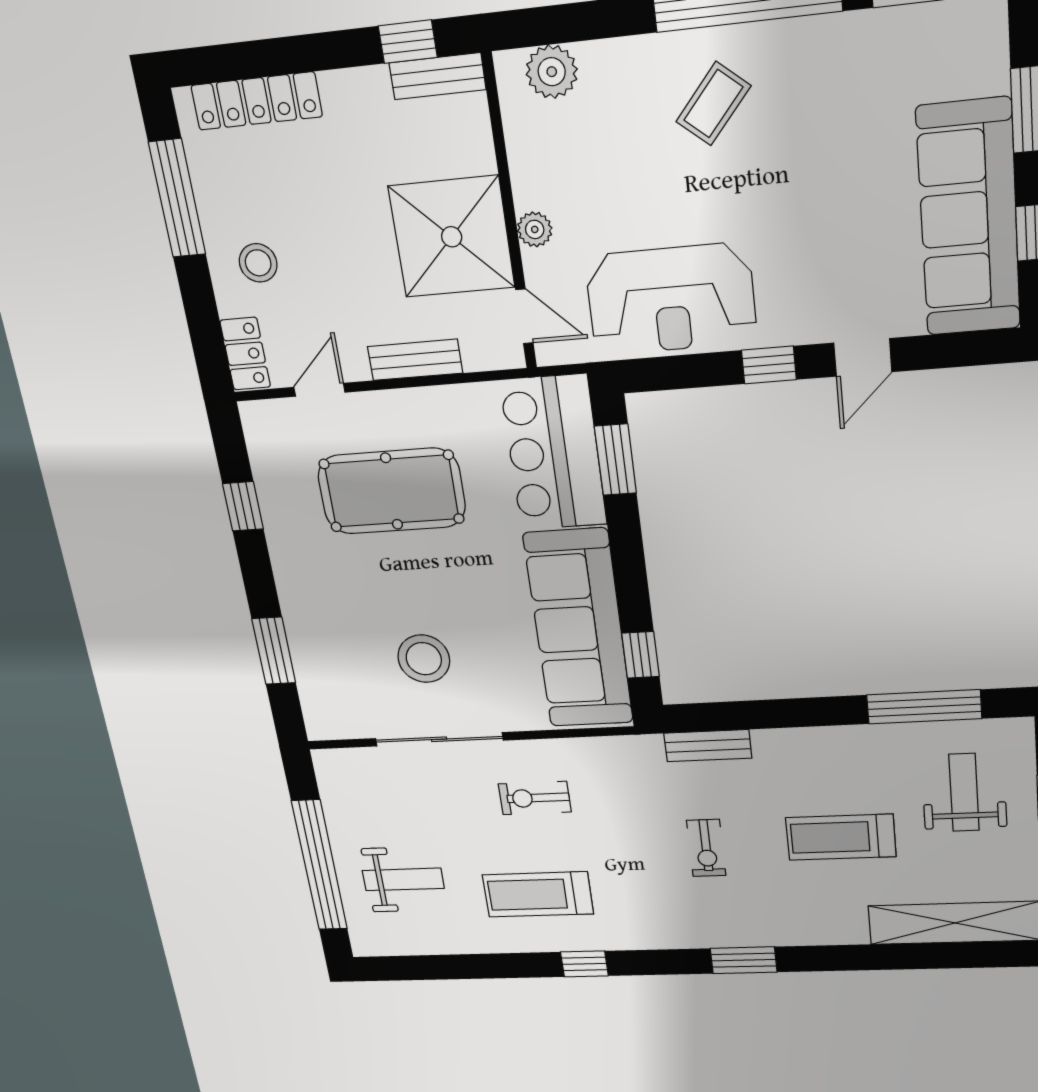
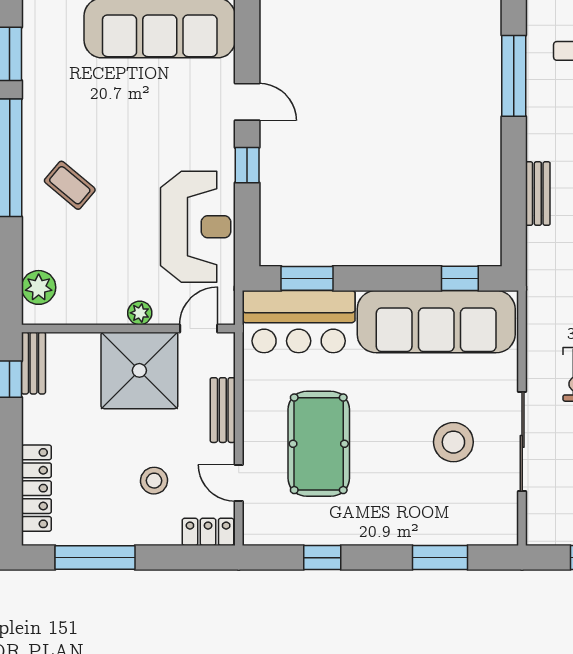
stool: (258, 263) -> (154, 481), moved
bench: (708, 746) -> (538, 194), moved

